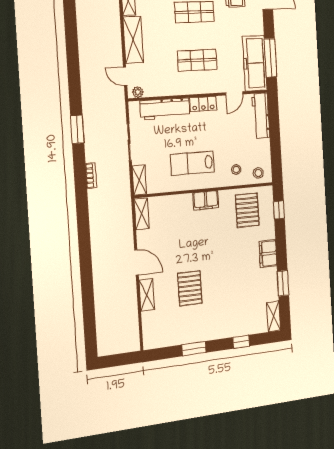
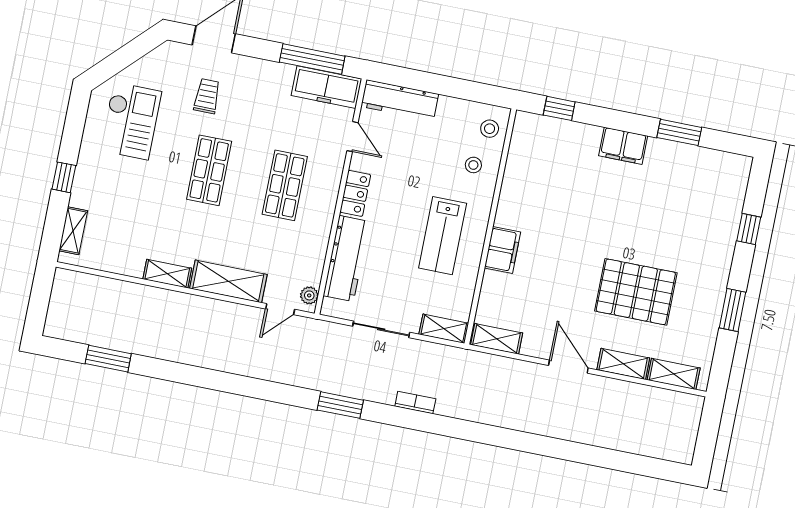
freezer: (255, 63) -> (326, 87), width x0.73, depth x0.79
filing cabinet: (206, 200) -> (503, 250), moved
pallet: (247, 210) -> (543, 163), removed
door: (137, 262) -> (568, 367), hinge flipped
pallet: (190, 288) -> (636, 292), width x1.37, depth x1.41
shelving: (274, 316) -> (674, 374), moved

